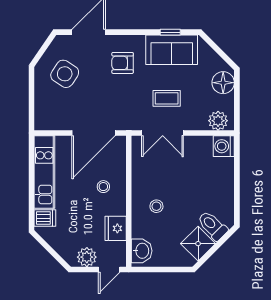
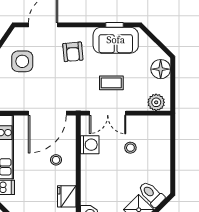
armchair: (123, 63) -> (73, 52), turned -95
side table: (65, 74) -> (22, 61), turned -33
washing machine: (224, 146) -> (90, 145), moved, turned 180
stool: (156, 206) -> (130, 148), moved

